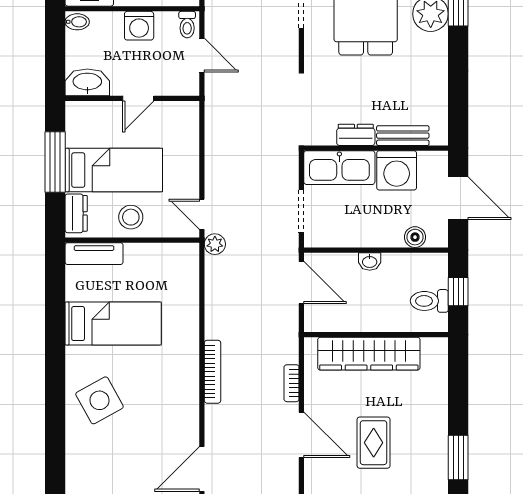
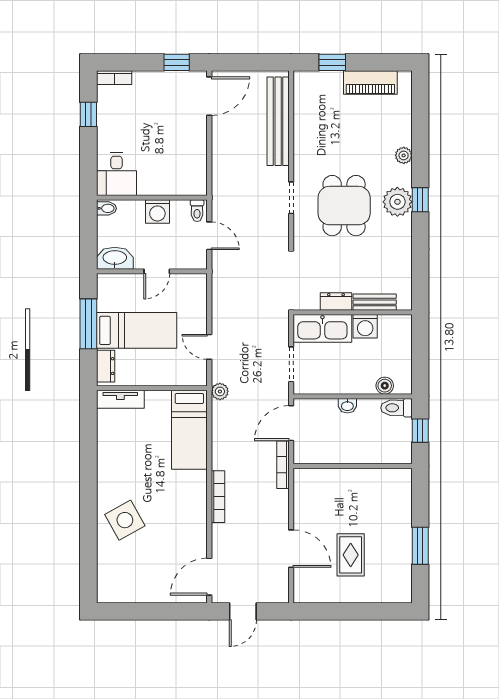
washing machine: (397, 170) -> (365, 326), width x0.73, depth x0.73
door: (458, 198) -> (420, 354), removed
door: (202, 214) -> (209, 347), moved
stool: (131, 217) -> (151, 369), removed
door: (301, 283) -> (291, 423), swing flipped
toilet: (429, 301) -> (397, 408), moved
bed: (113, 324) -> (189, 430), moved, turned 90
wardrobe: (369, 354) -> (347, 482), removed
bookcase: (292, 383) -> (283, 465), moved, width x1.56
window: (458, 457) -> (420, 546), moved

